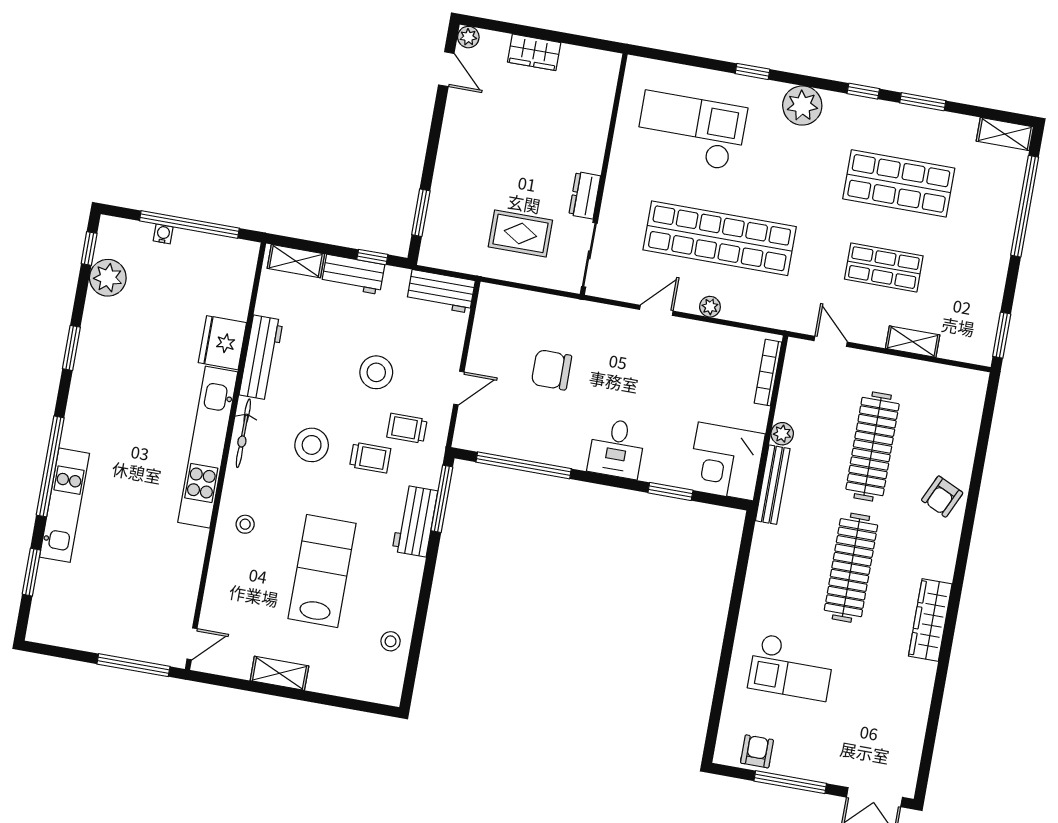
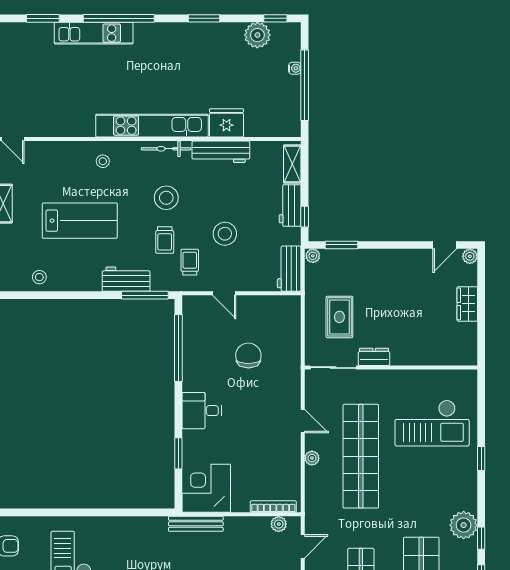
plant: (802, 106) -> (464, 525), moved
checkout: (691, 131) -> (432, 423), turned 90
plant: (429, 255) -> (313, 256), added
plant: (782, 434) -> (279, 524), moved

